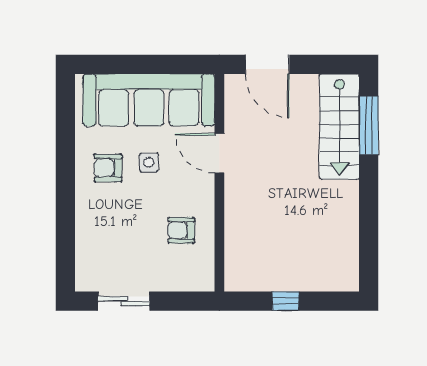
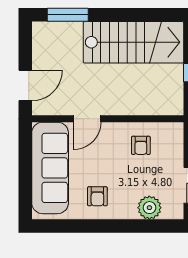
stairs: (339, 127) -> (133, 42), moved, width x1.36, depth x1.51
side table: (149, 162) -> (94, 168), removed
plant: (92, 243) -> (149, 208), added

